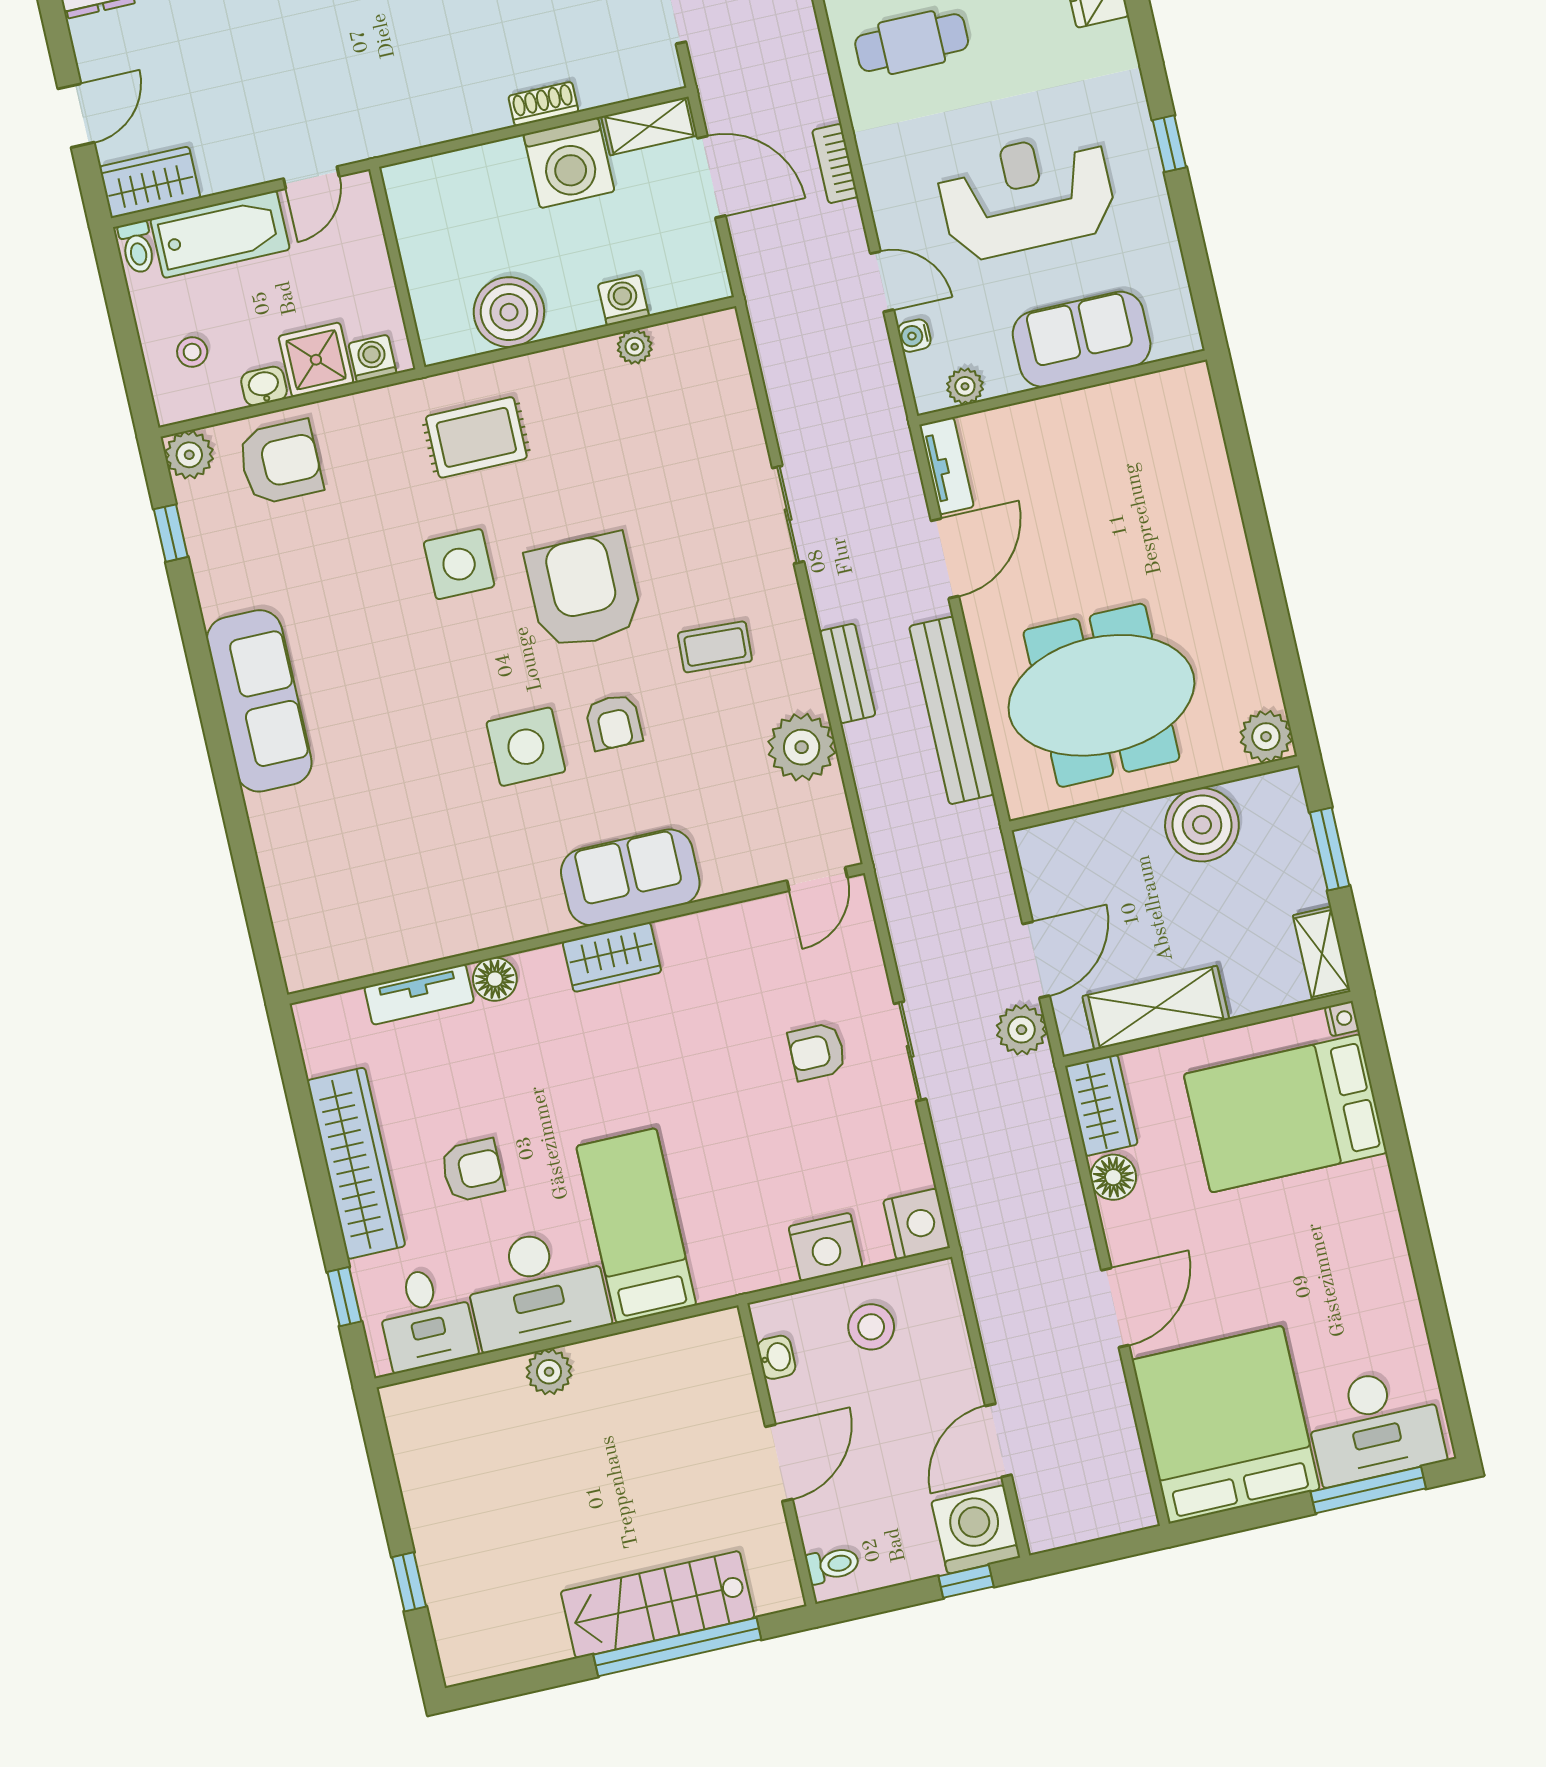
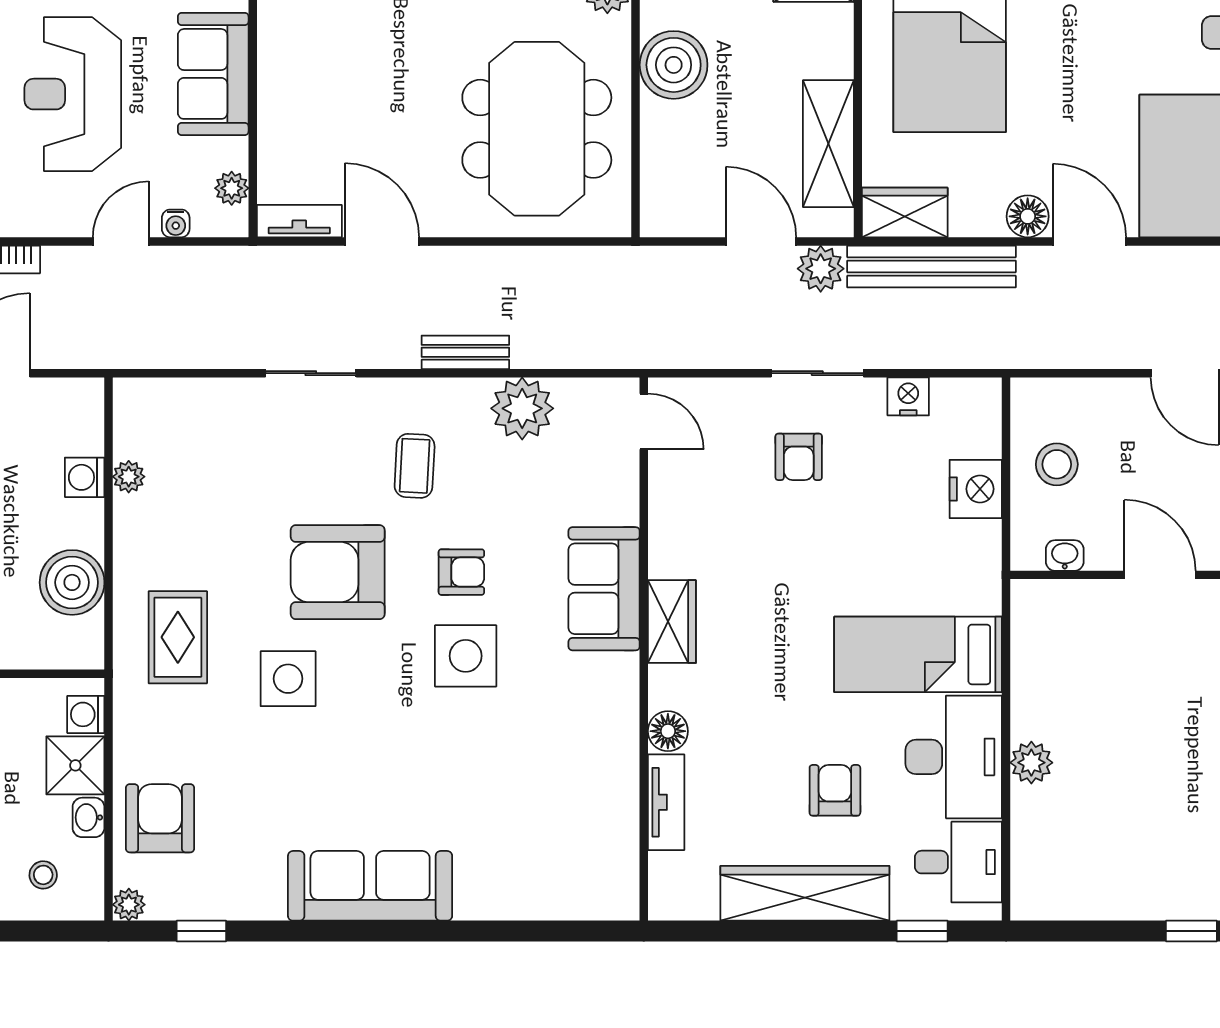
plant: (189, 455) -> (129, 905), width x0.73, depth x0.73
bench: (951, 710) -> (931, 266), moved
floor lamp: (1113, 1177) -> (1028, 216), moved
nightstand: (917, 1224) -> (908, 396), moved, width x0.74, depth x0.75

